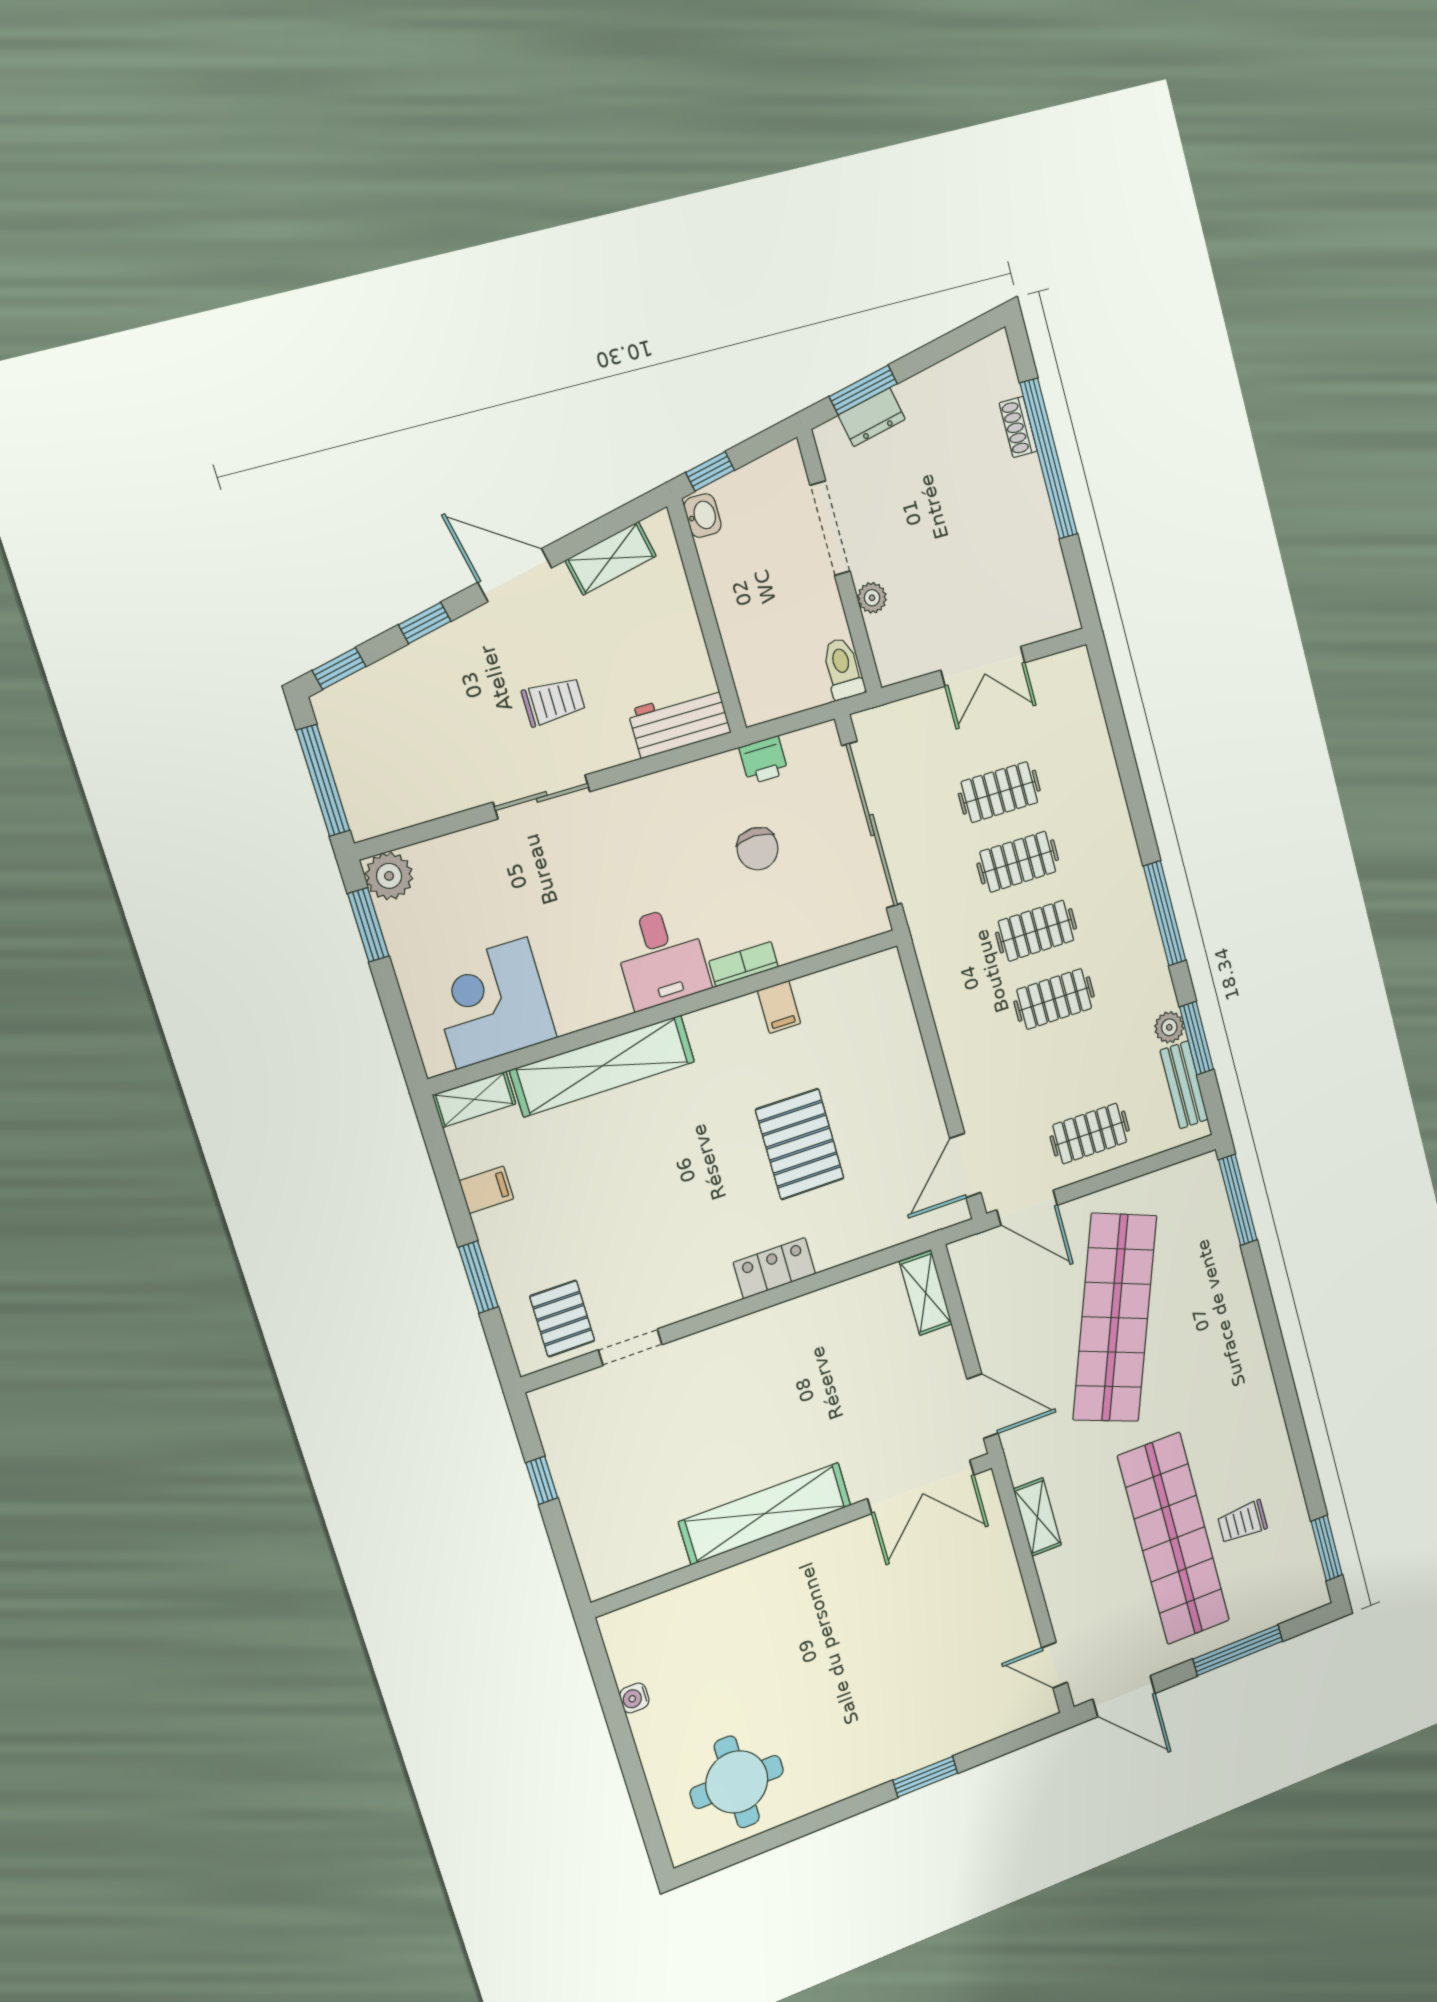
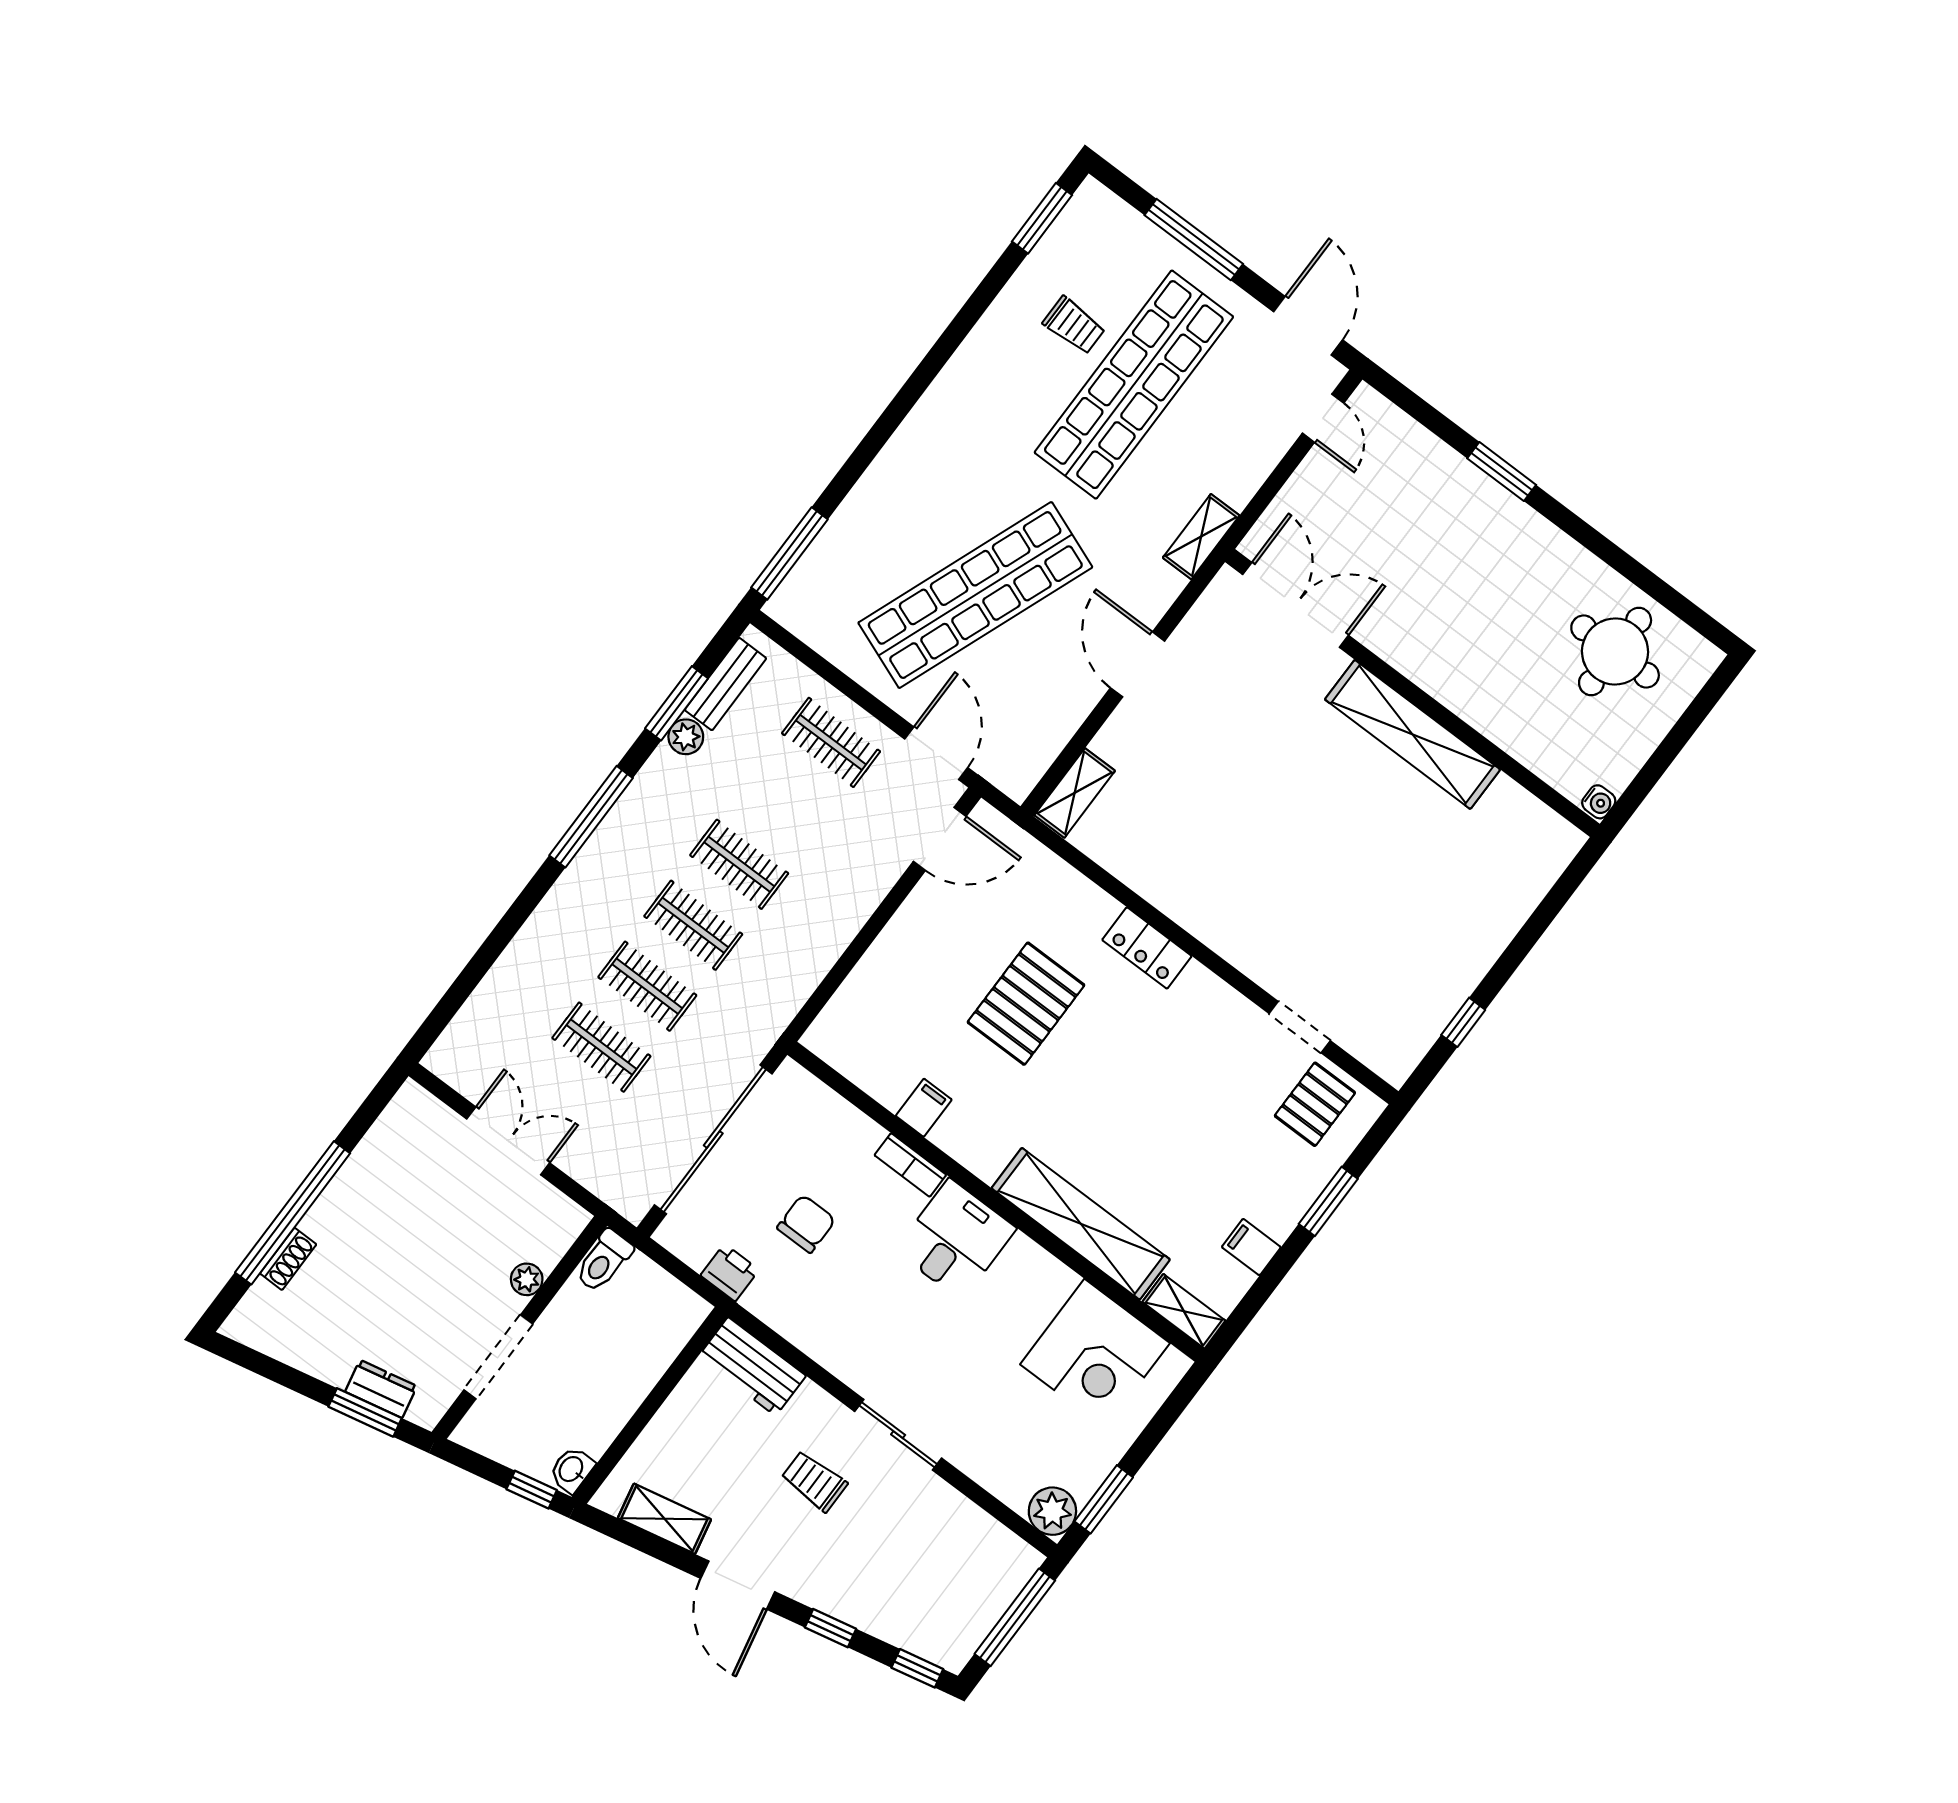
double door: (921, 1487) -> (1296, 605), moved
shelving: (765, 1514) -> (1412, 734), moved
wall: (795, 1534) -> (1412, 693), moved

